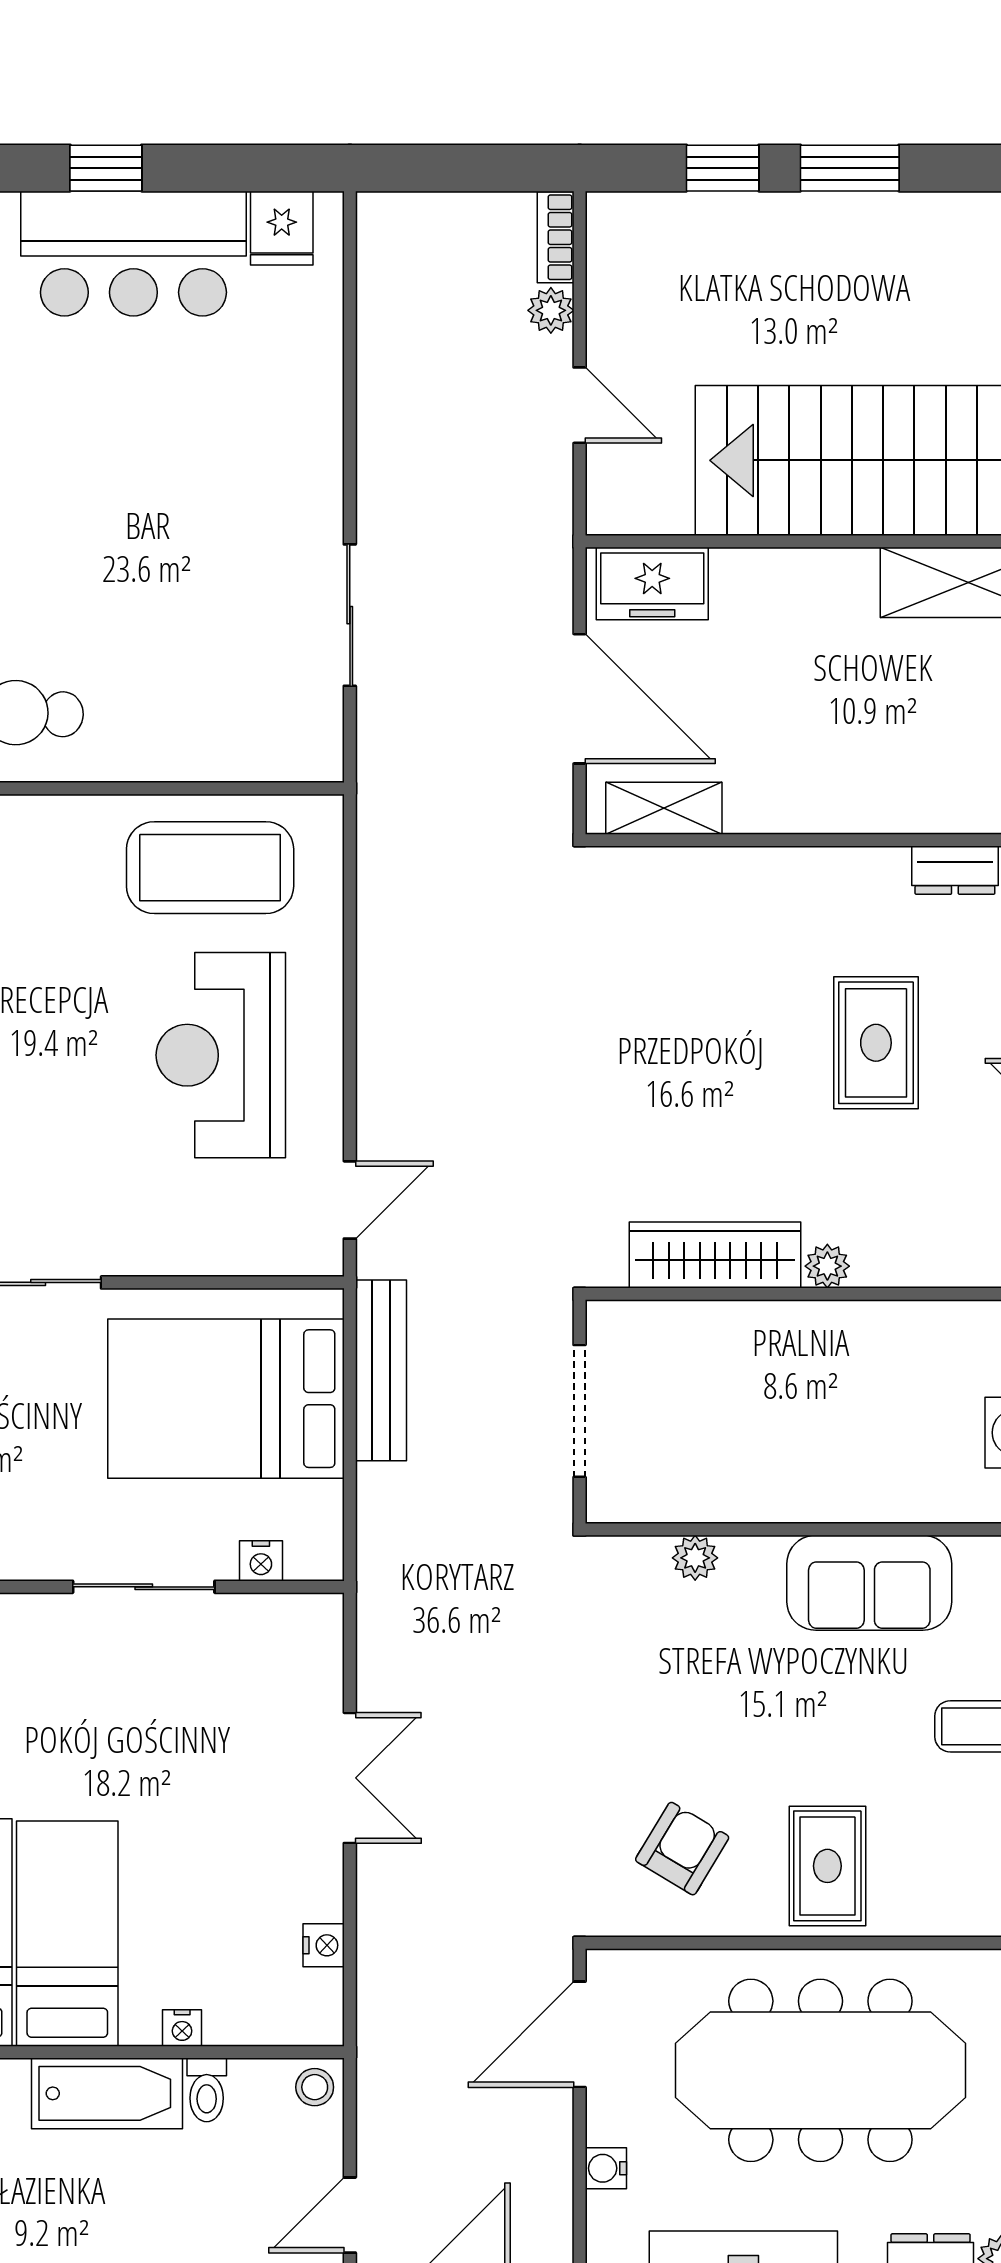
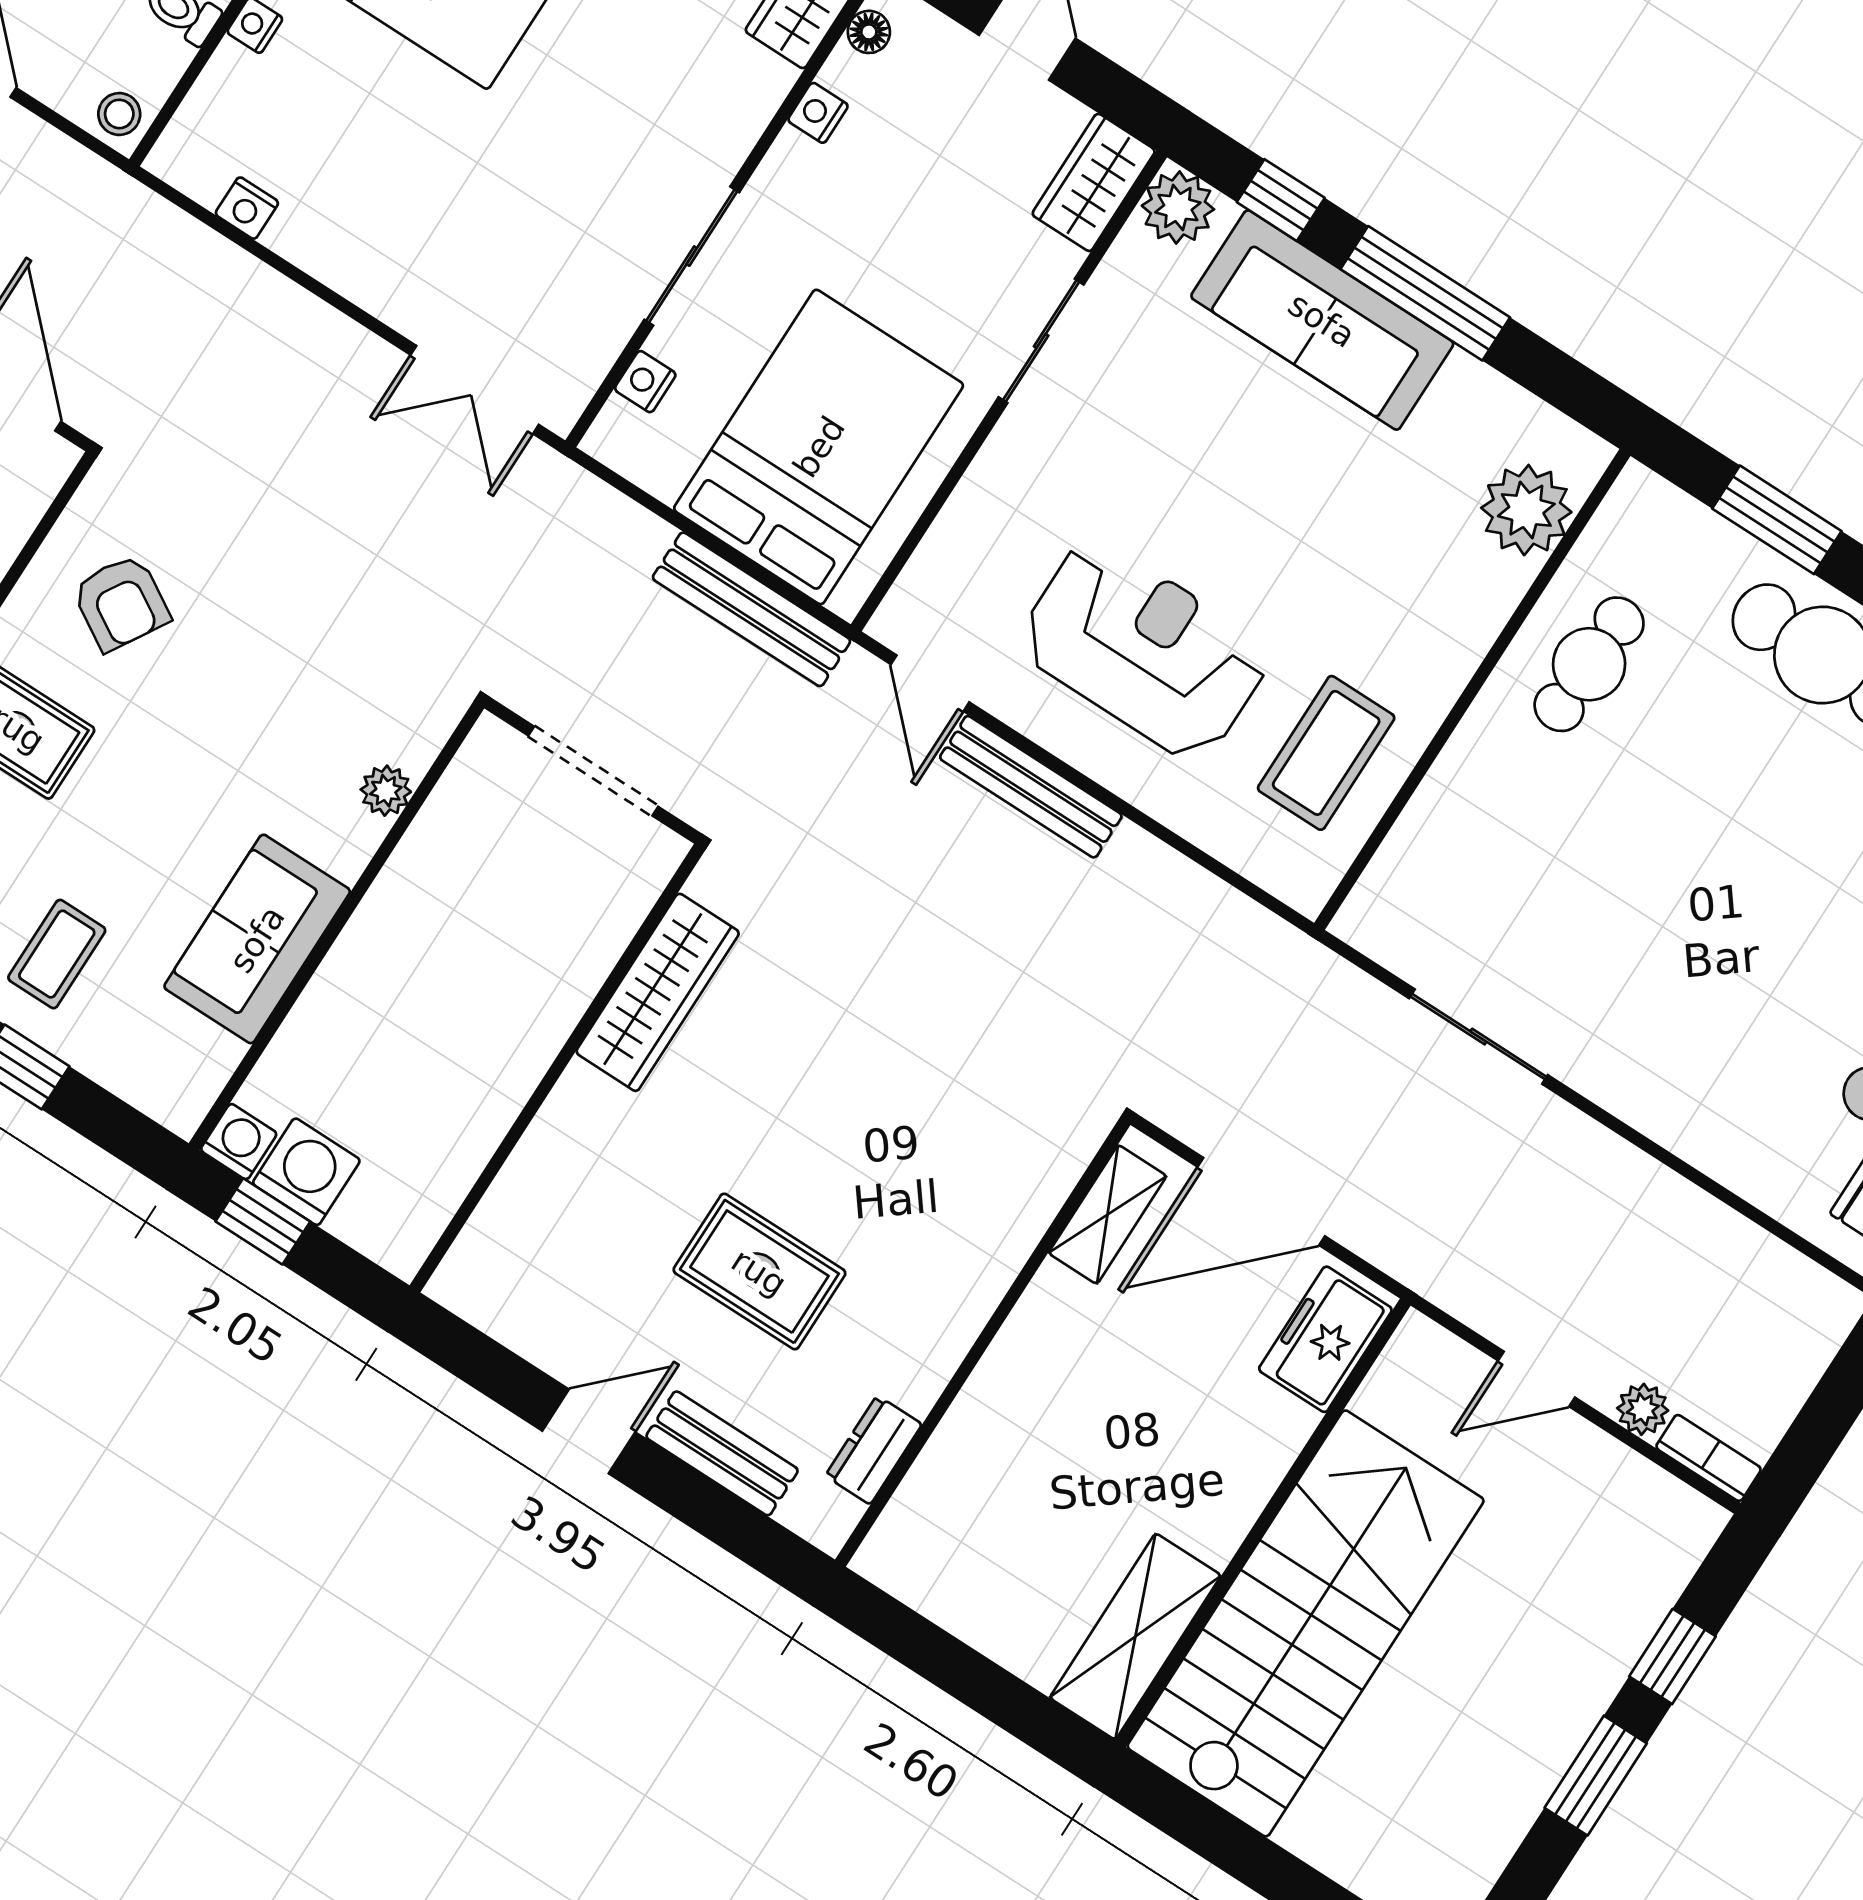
coffee table: (210, 868) -> (1326, 753), width x0.73, depth x0.76
bench: (379, 1074) -> (1031, 787), added
plant: (827, 1266) -> (579, 1091), removed
double door: (350, 1778) -> (475, 390), moved

